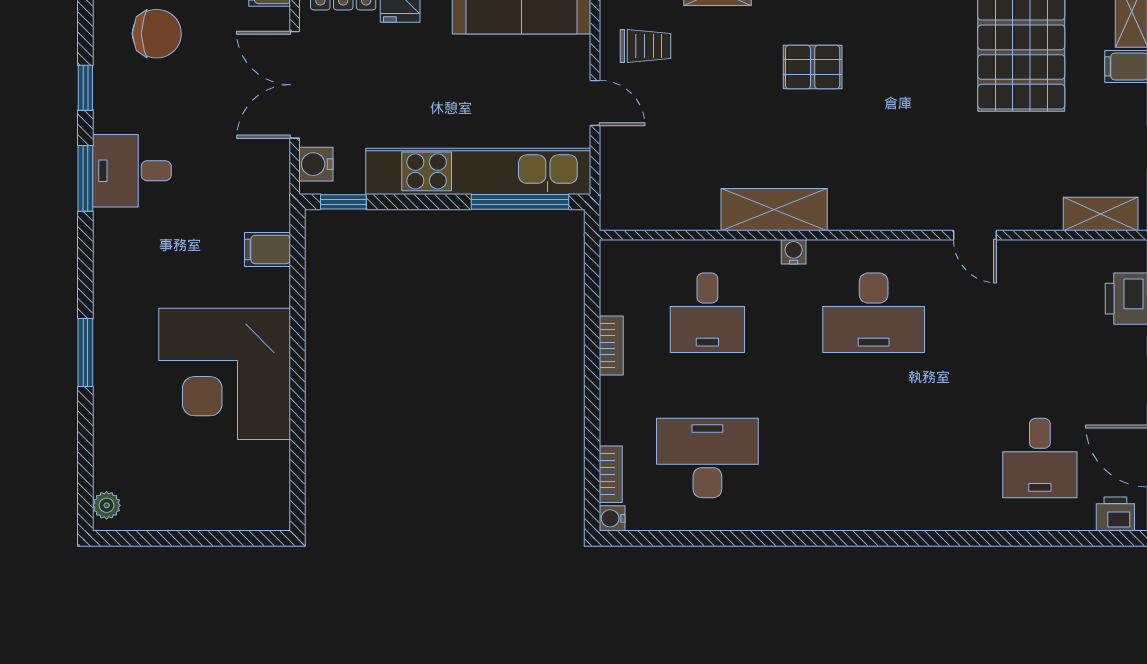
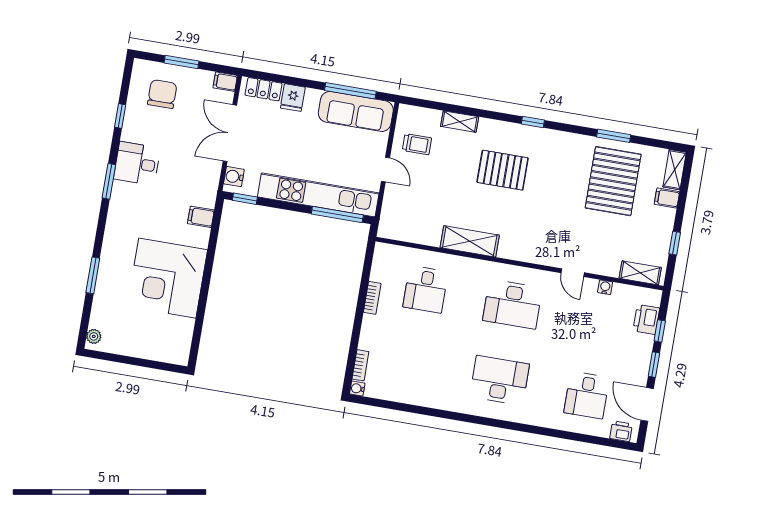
chair: (157, 34) -> (162, 94), turned -90
pallet: (813, 67) -> (503, 170), width x1.50, depth x1.42
window: (85, 178) -> (109, 181), moved
water cooler: (794, 252) -> (605, 287), moved
window: (85, 353) -> (93, 275), moved
desk: (707, 458) -> (500, 380), moved

